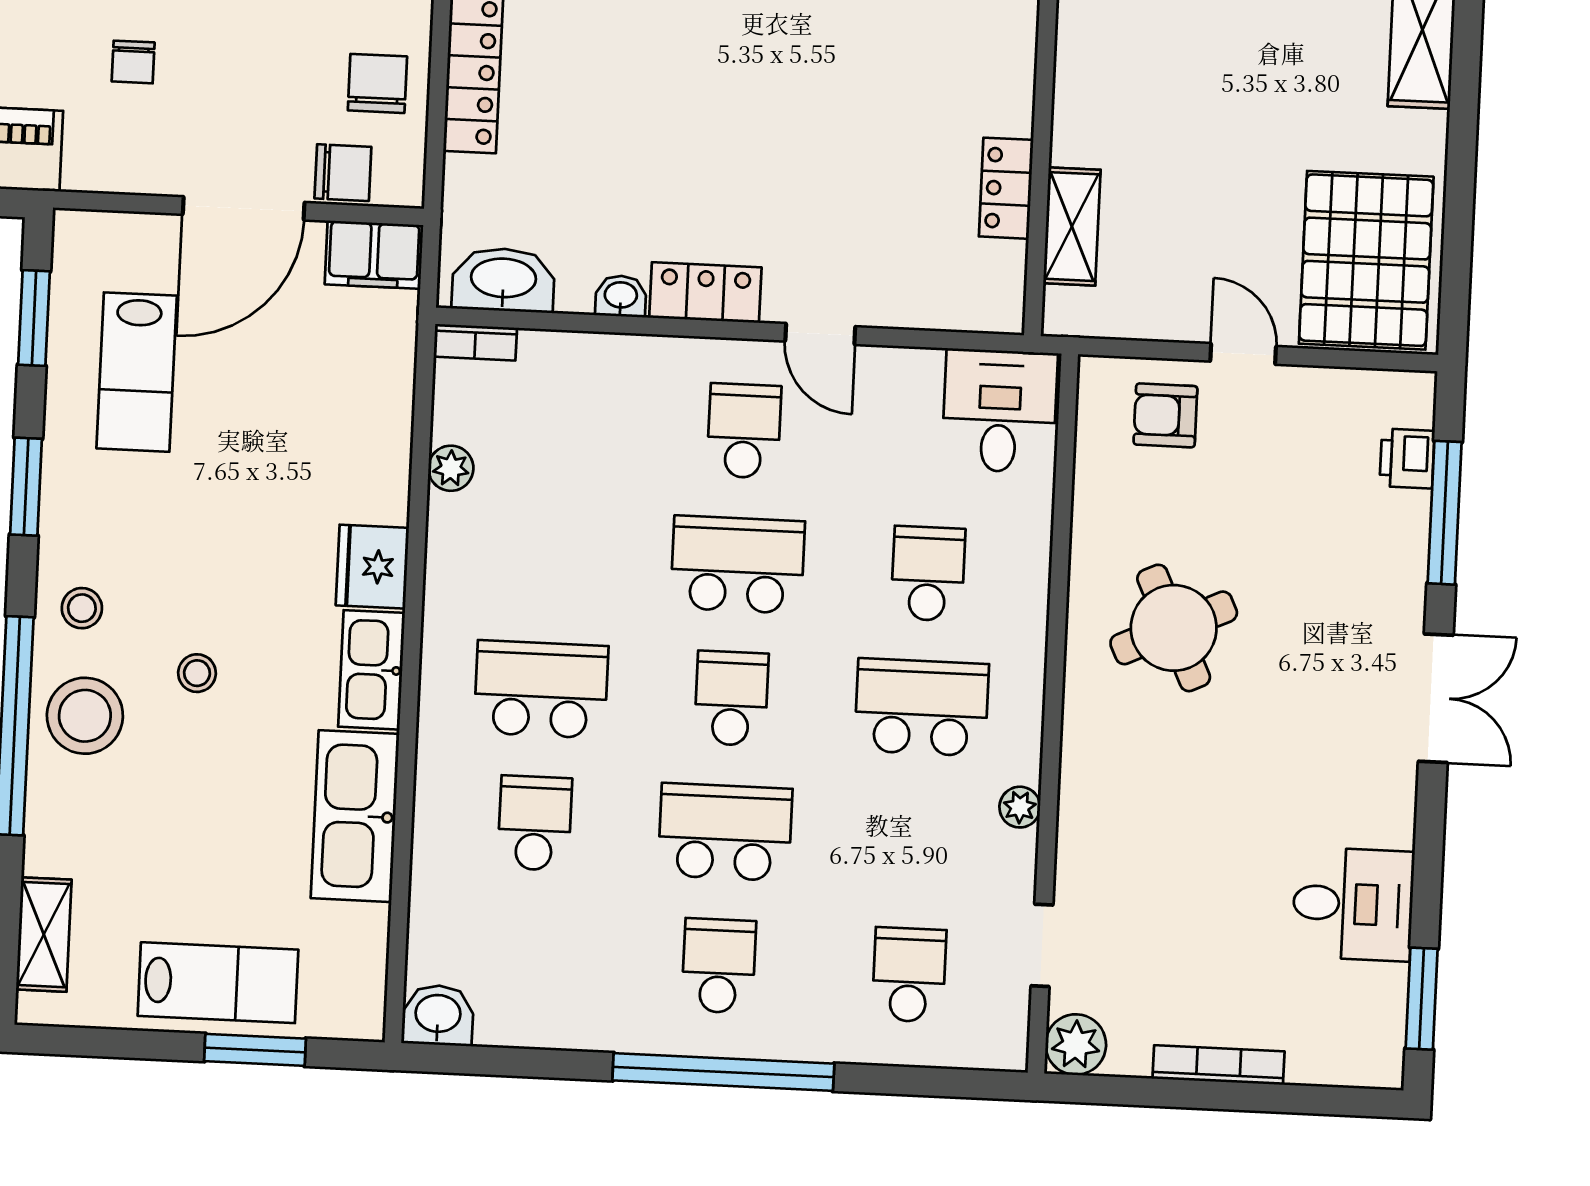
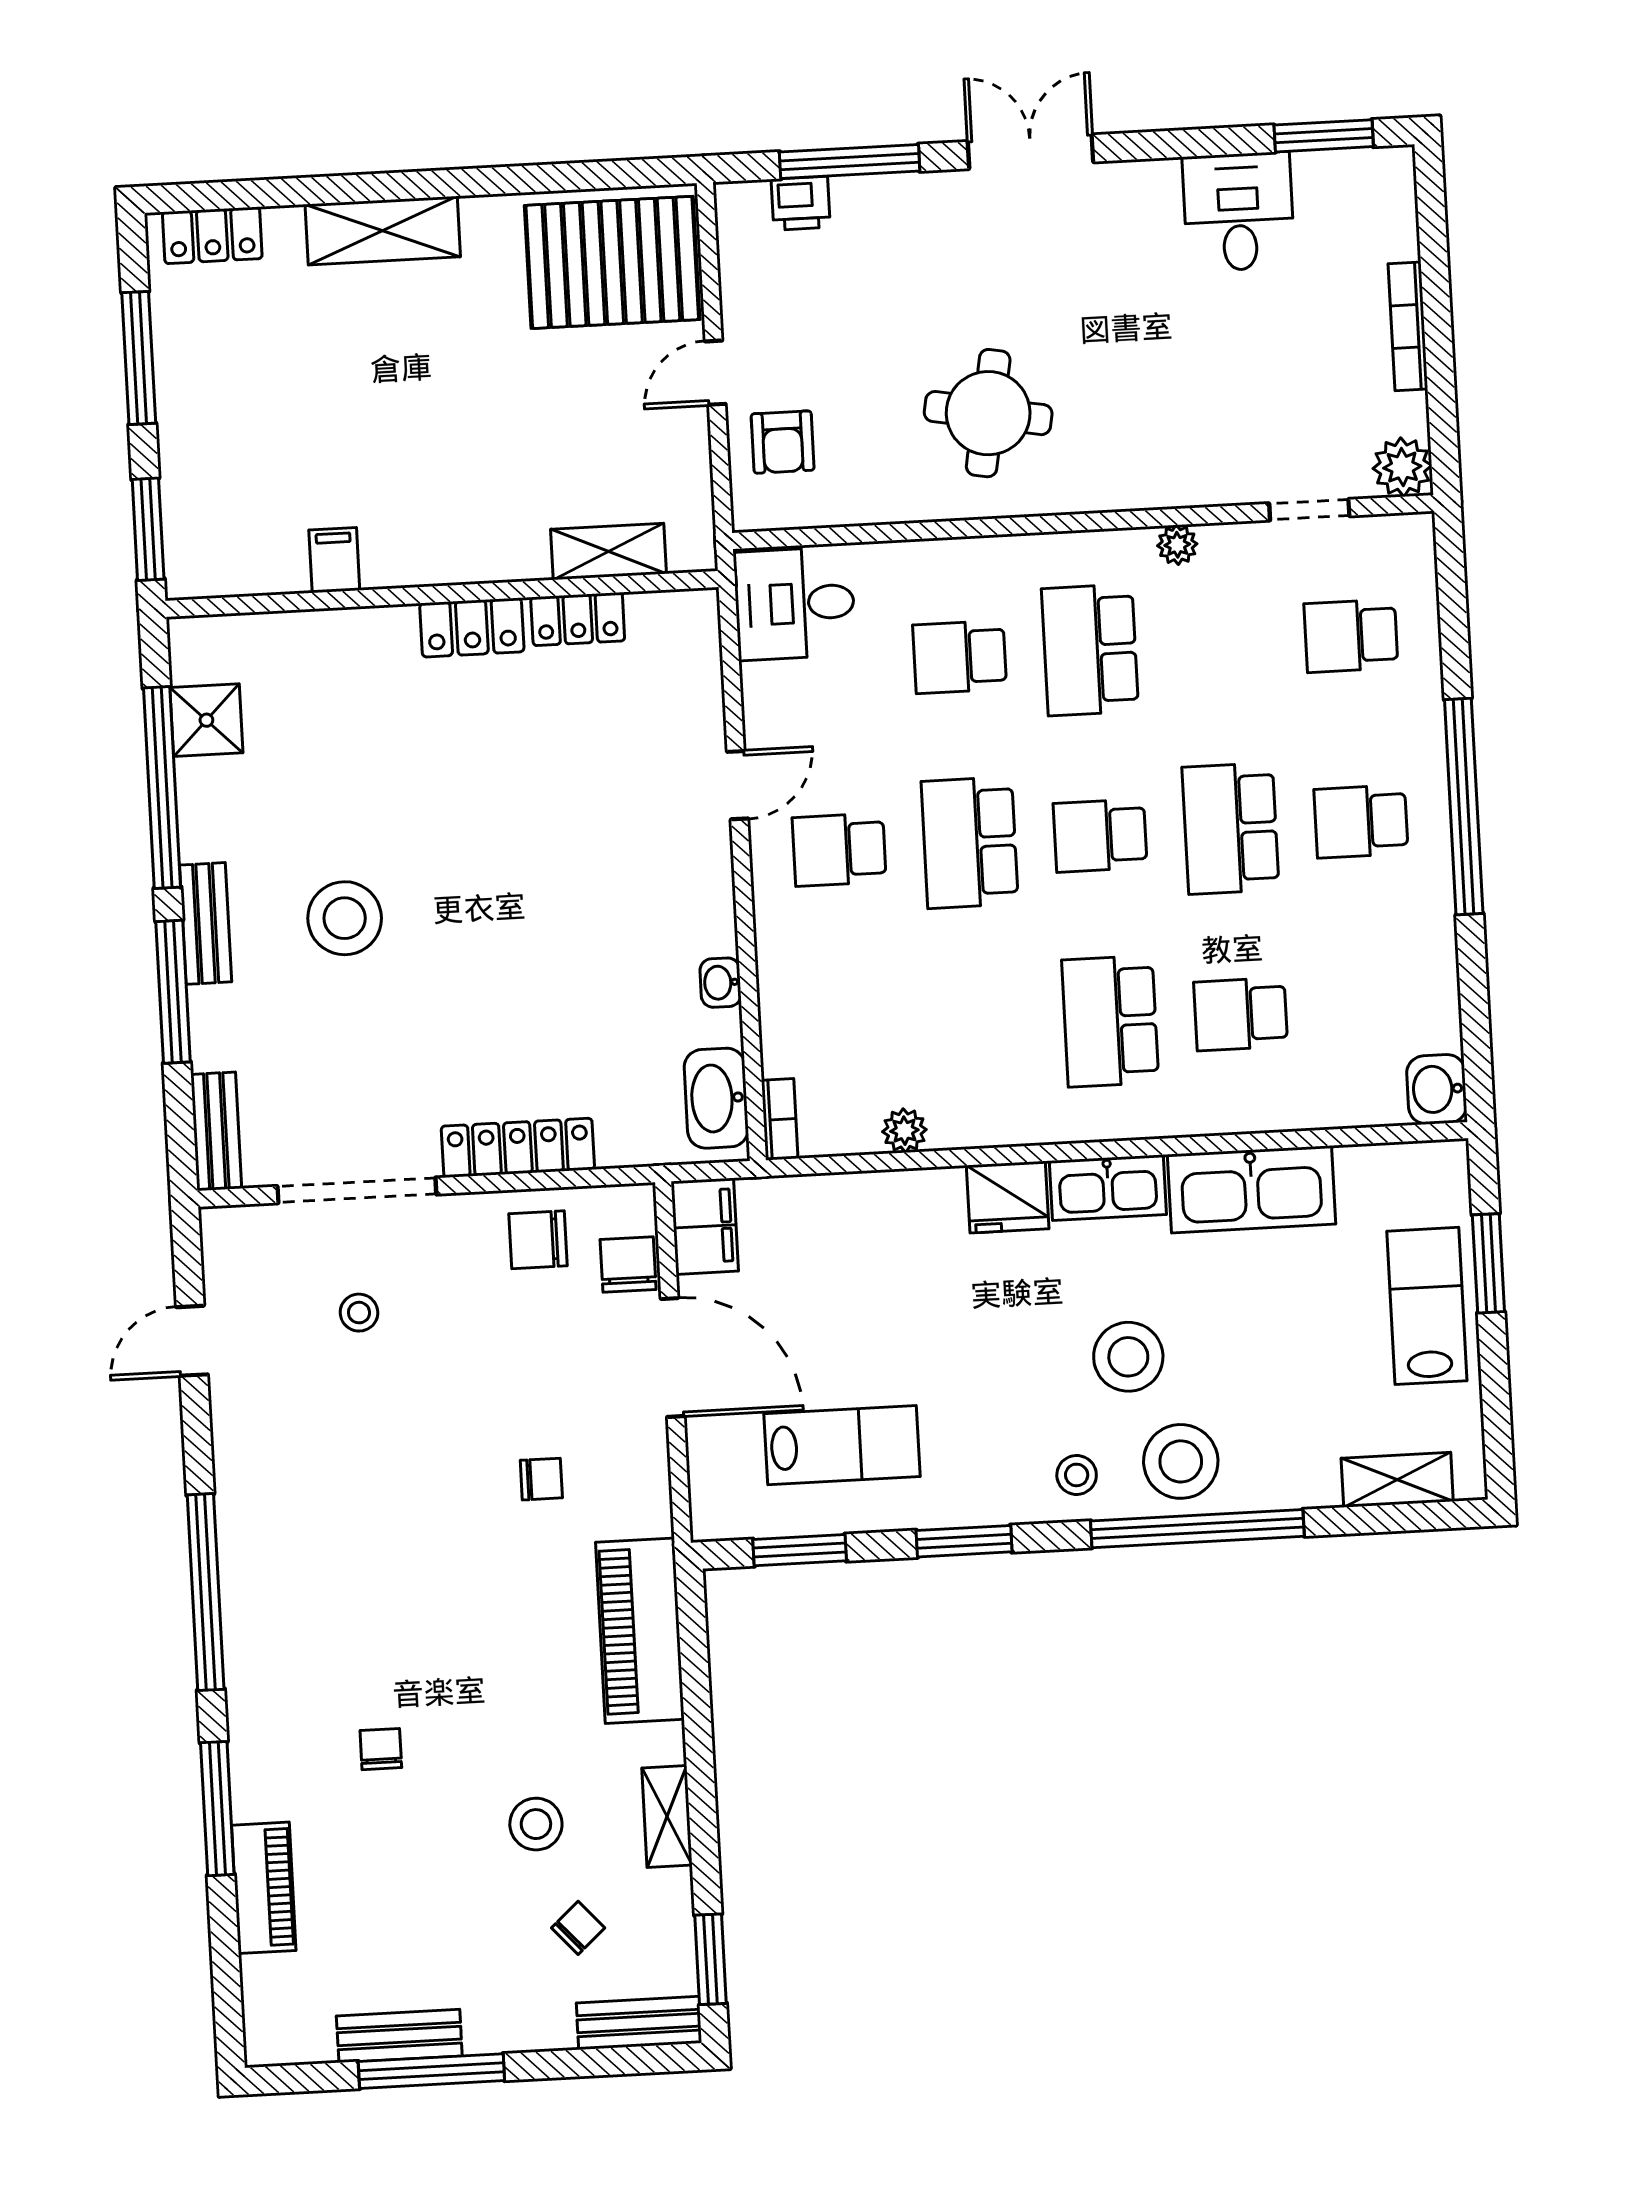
locker: (705, 293) -> (472, 628), moved, turned -90
round table: (1174, 628) -> (988, 413), turned 35
stool: (197, 673) -> (1128, 1357), width x1.89, depth x1.89

